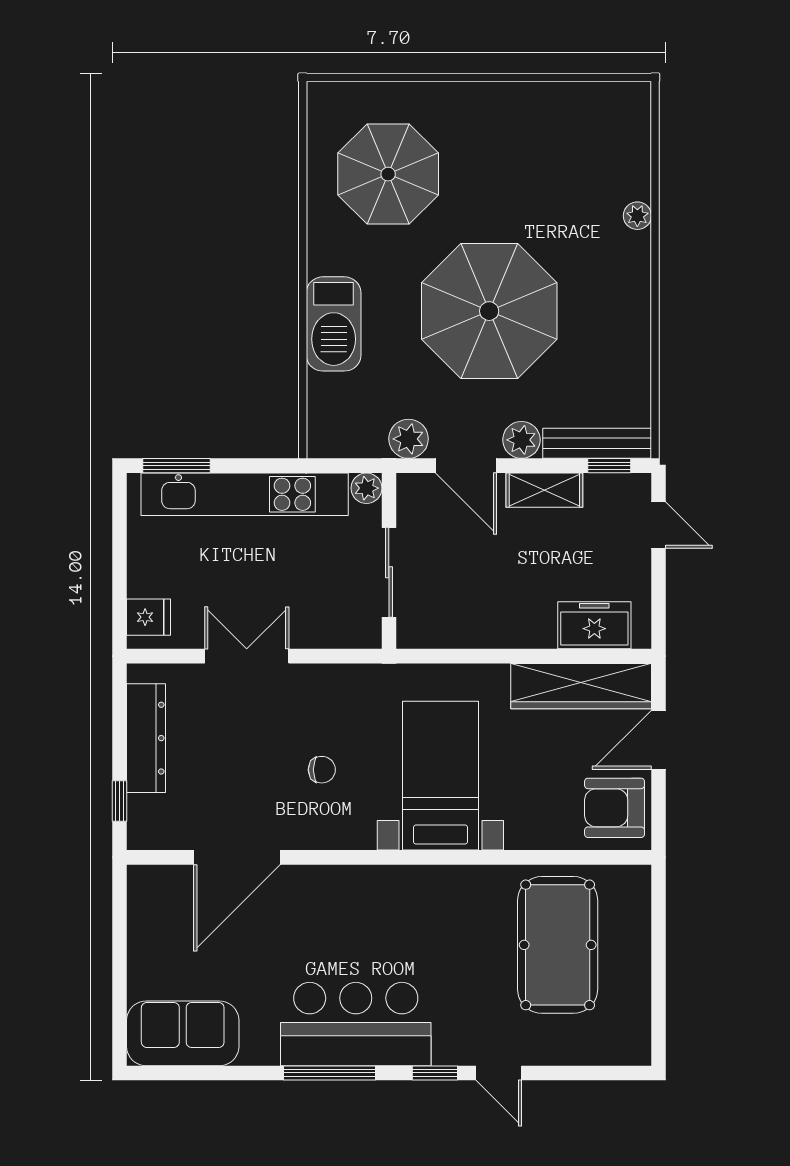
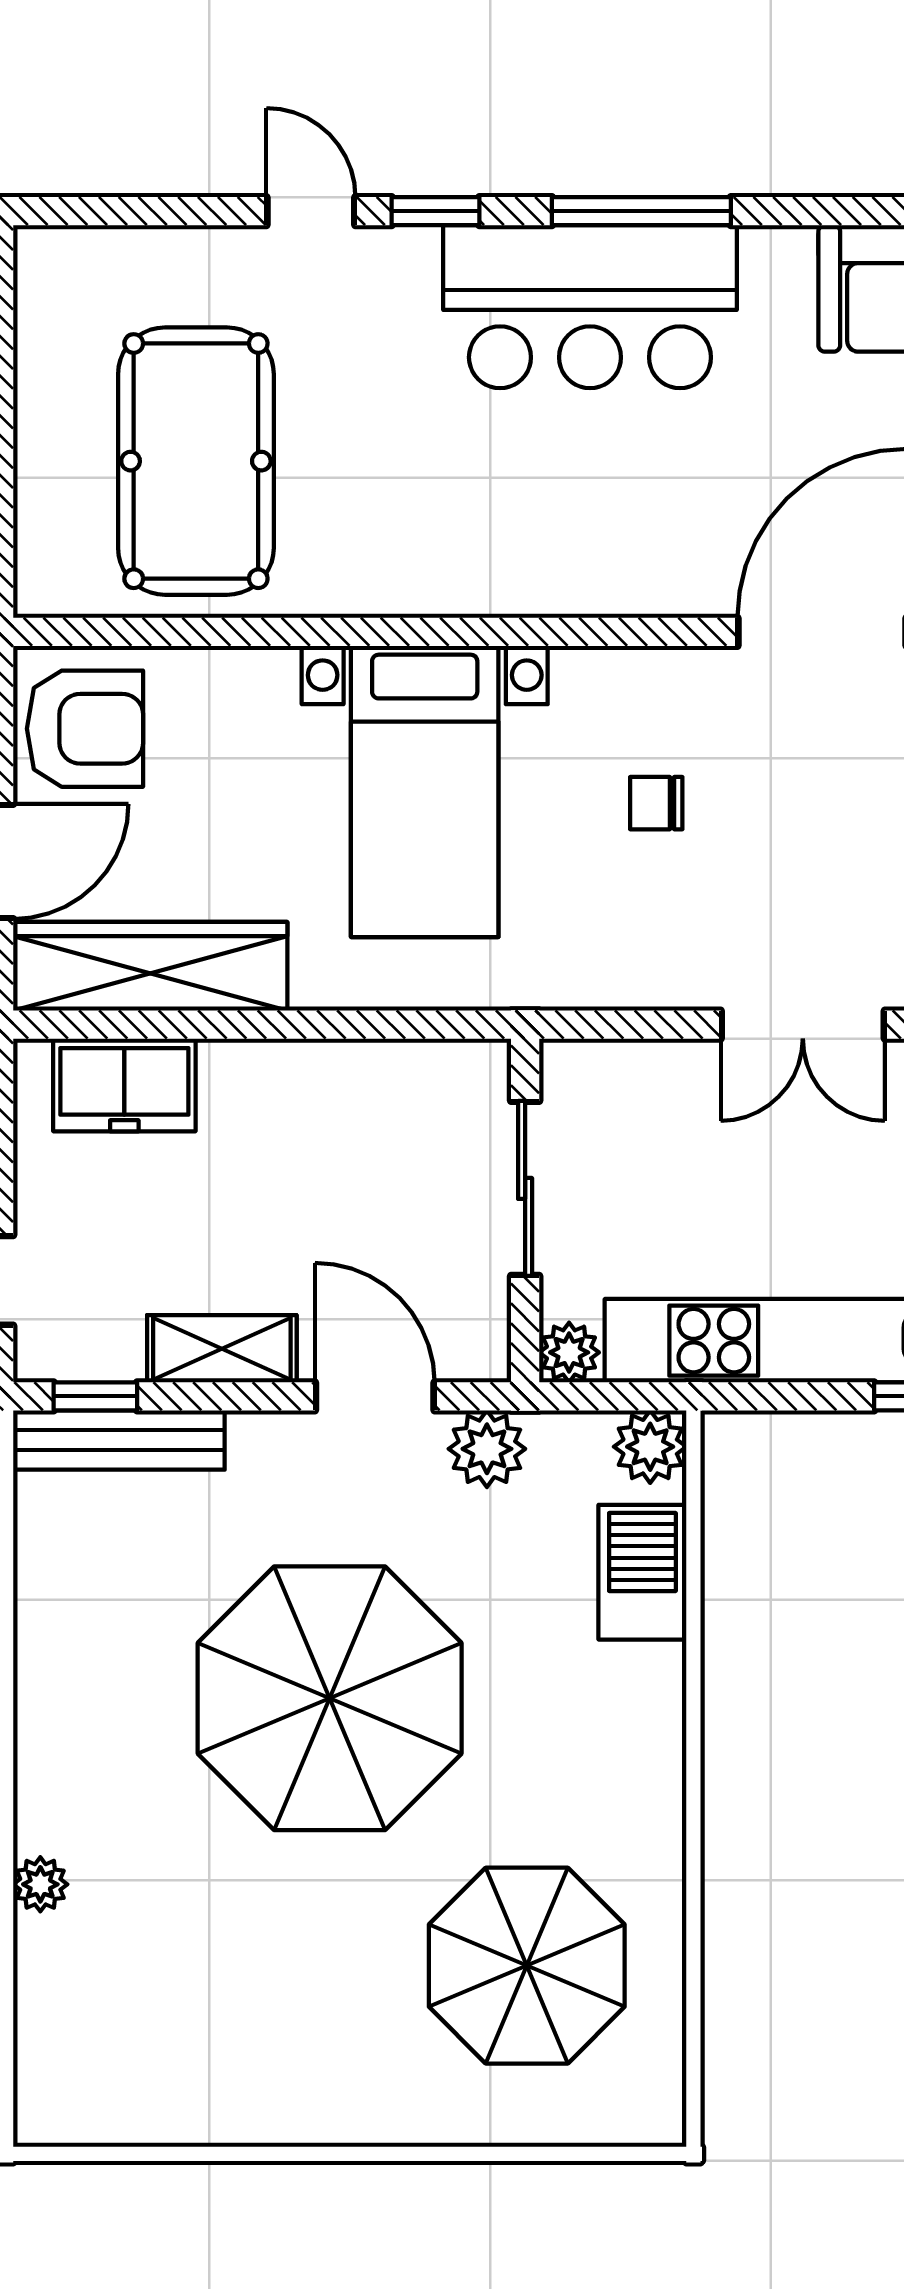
barbecue: (334, 324) -> (642, 1572), moved, width x0.73, depth x0.83
plant: (521, 440) -> (650, 1447), moved

